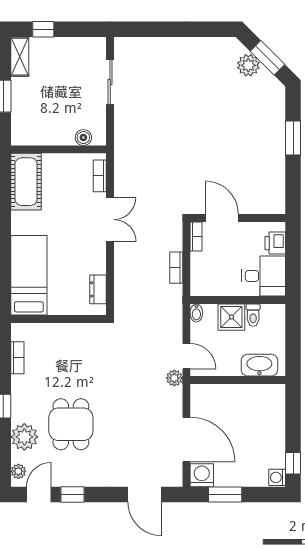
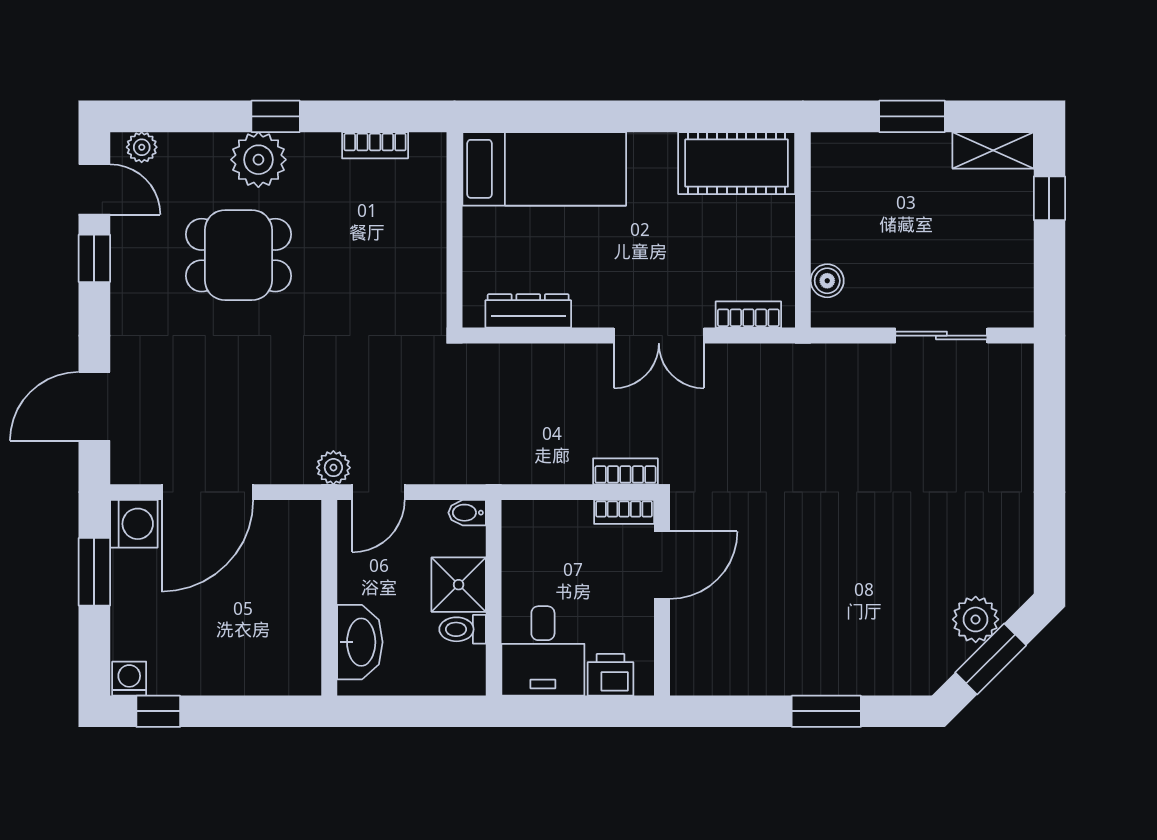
bookcase: (176, 268) -> (625, 471), moved
dresser: (98, 289) -> (528, 311), width x1.44
plant: (24, 437) -> (258, 160), moved

